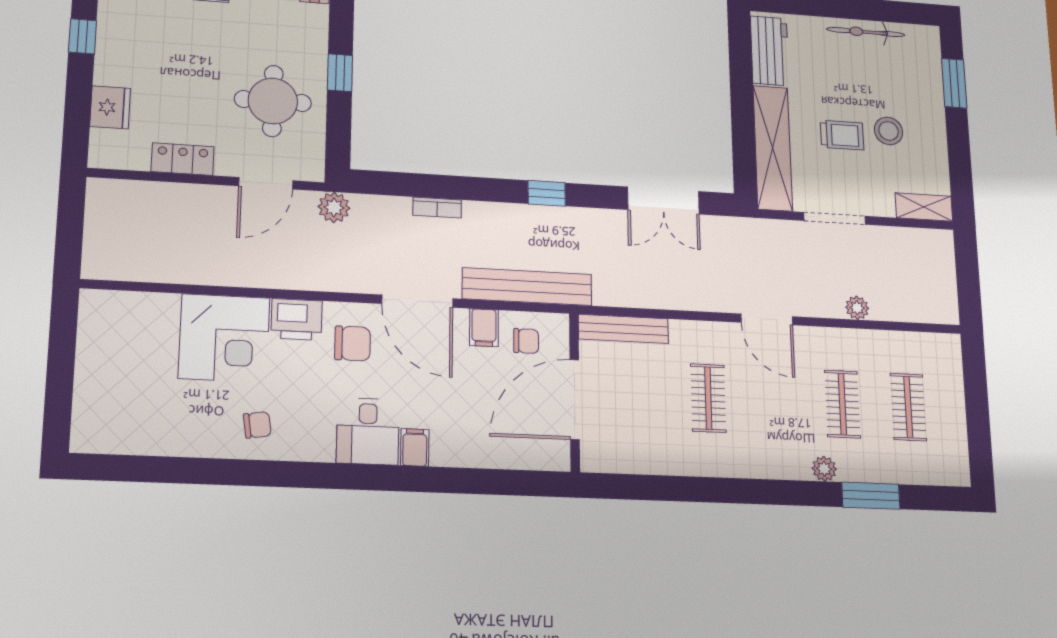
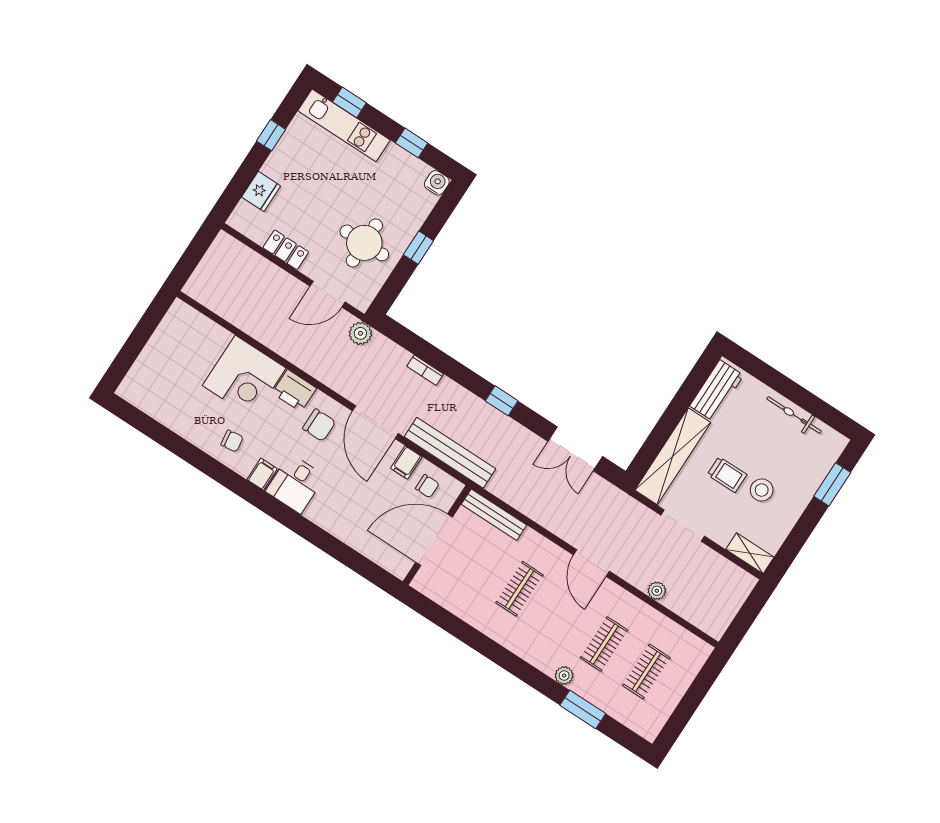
filing cabinet: (415, 447) -> (262, 474), moved

